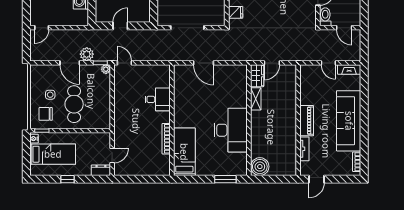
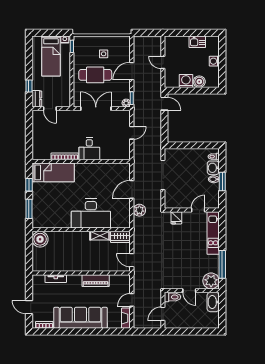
door: (120, 26) -> (164, 104), moved
door: (42, 28) -> (163, 62), moved
plant: (87, 54) -> (139, 210), moved
door: (124, 63) -> (132, 133), moved
door: (272, 63) -> (132, 260), moved
desk: (158, 99) -> (89, 149), moved
double door: (112, 103) -> (96, 109), added
chair: (46, 114) -> (87, 50), removed
piano: (307, 121) -> (96, 281), moved
desk: (231, 130) -> (91, 213), moved
window: (68, 179) -> (29, 86), moved
window: (198, 179) -> (29, 185), added
door: (317, 179) -> (29, 307), moved

